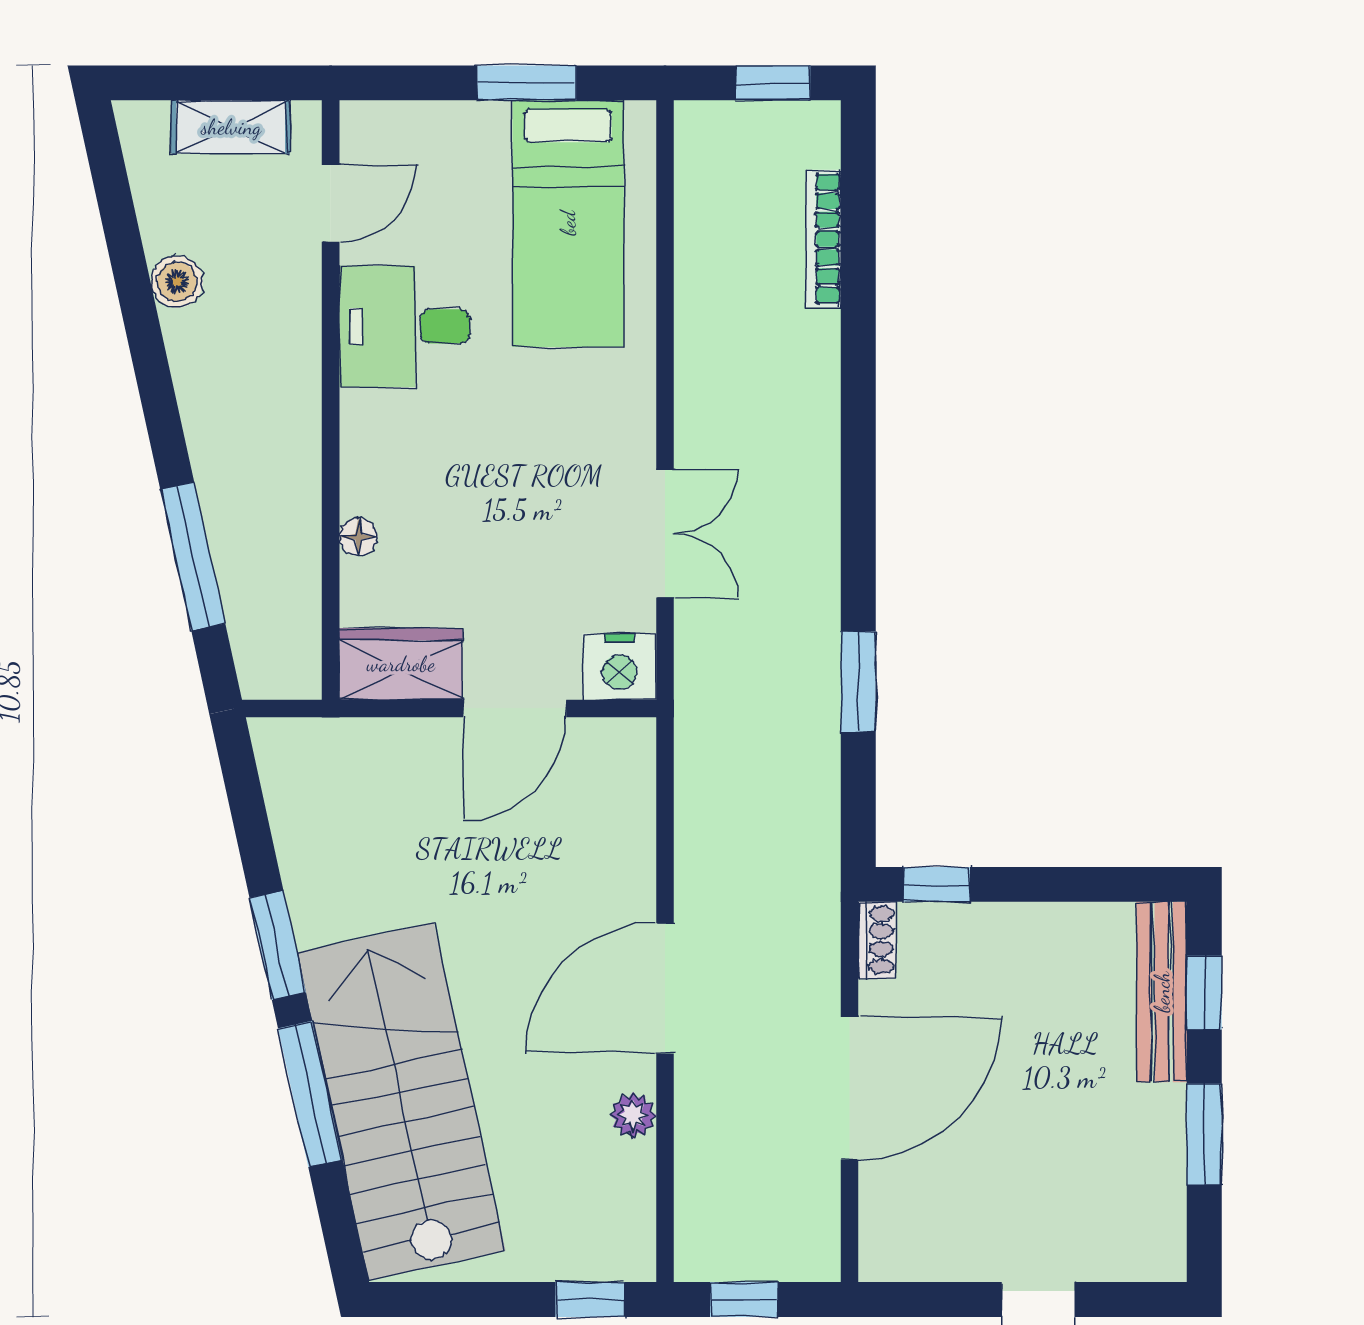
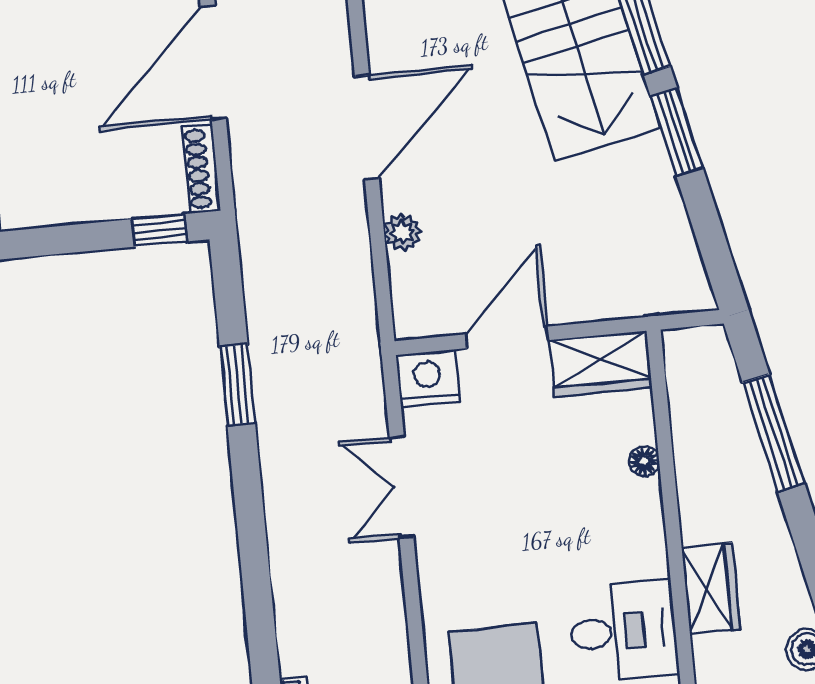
wardrobe: (290, 370) -> (711, 588), added
shoe rack: (877, 940) -> (202, 169), width x1.43
plant: (633, 1115) -> (403, 232), moved

